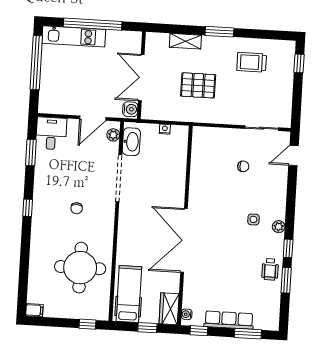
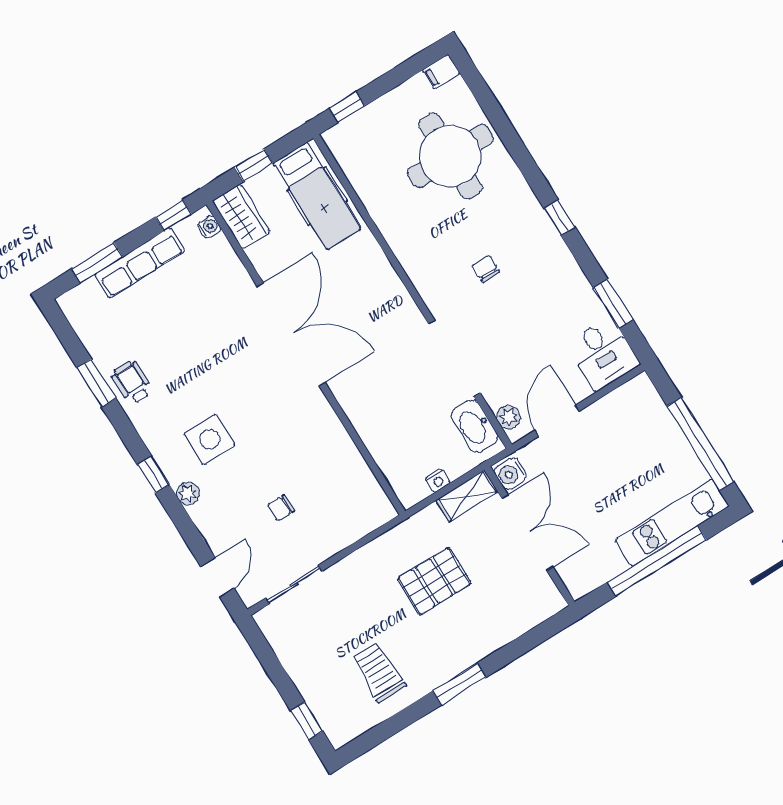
shelving: (185, 41) -> (467, 496), moved
trolley: (252, 62) -> (379, 672), turned -90
side table: (253, 219) -> (210, 439), width x1.87, depth x1.87
plant: (279, 227) -> (188, 493), moved
window: (288, 248) -> (153, 475), moved
round table: (80, 268) -> (450, 156), moved

